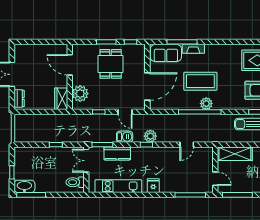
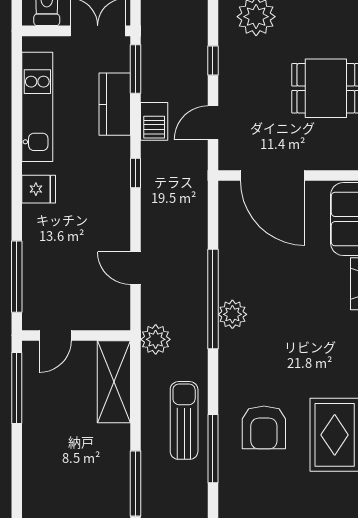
coffee table: (200, 81) -> (285, 300), removed
plant: (150, 136) -> (156, 339), moved

